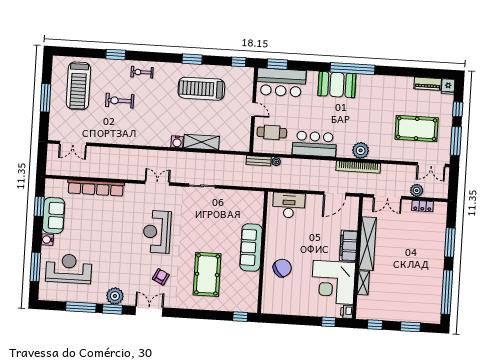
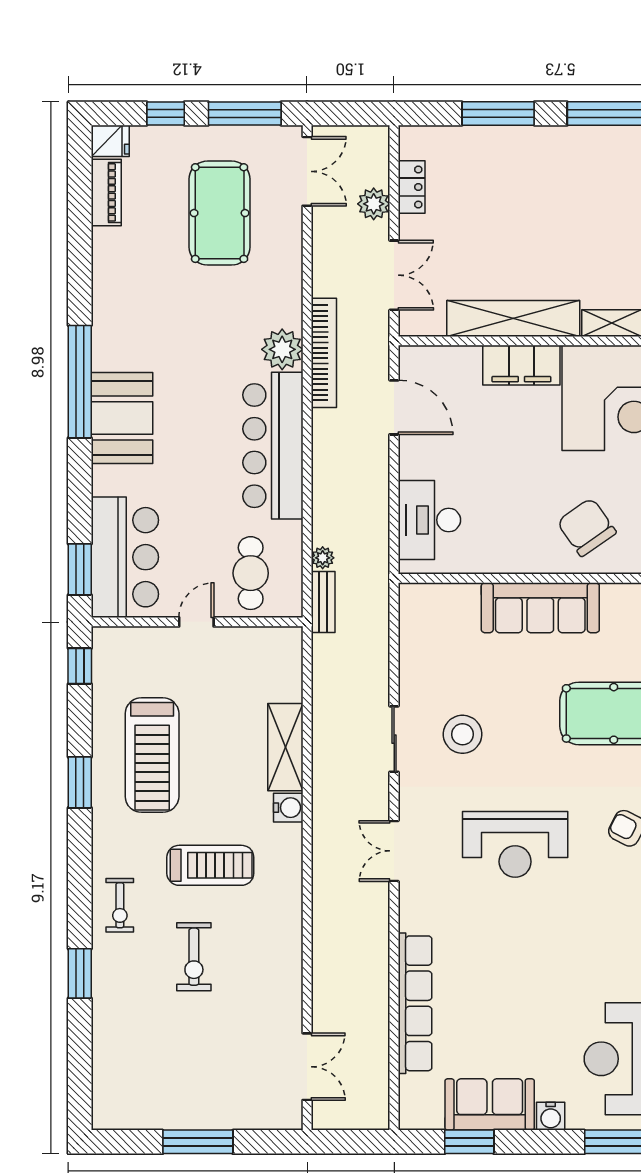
treadmill: (78, 86) -> (210, 865), moved, width x0.73, depth x0.73
bar counter: (314, 144) -> (273, 446), width x1.36
stool: (202, 213) -> (463, 734), added

